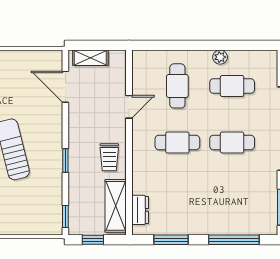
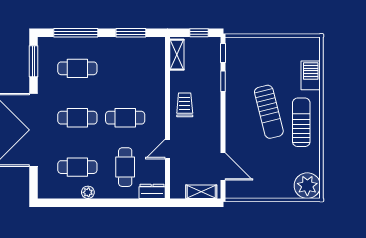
window: (65, 161) -> (223, 81), moved
cafe table: (232, 199) -> (77, 68), added
shelving: (116, 206) -> (177, 55), width x0.67, depth x0.75
dresser: (140, 210) -> (152, 191), moved, turned 90

